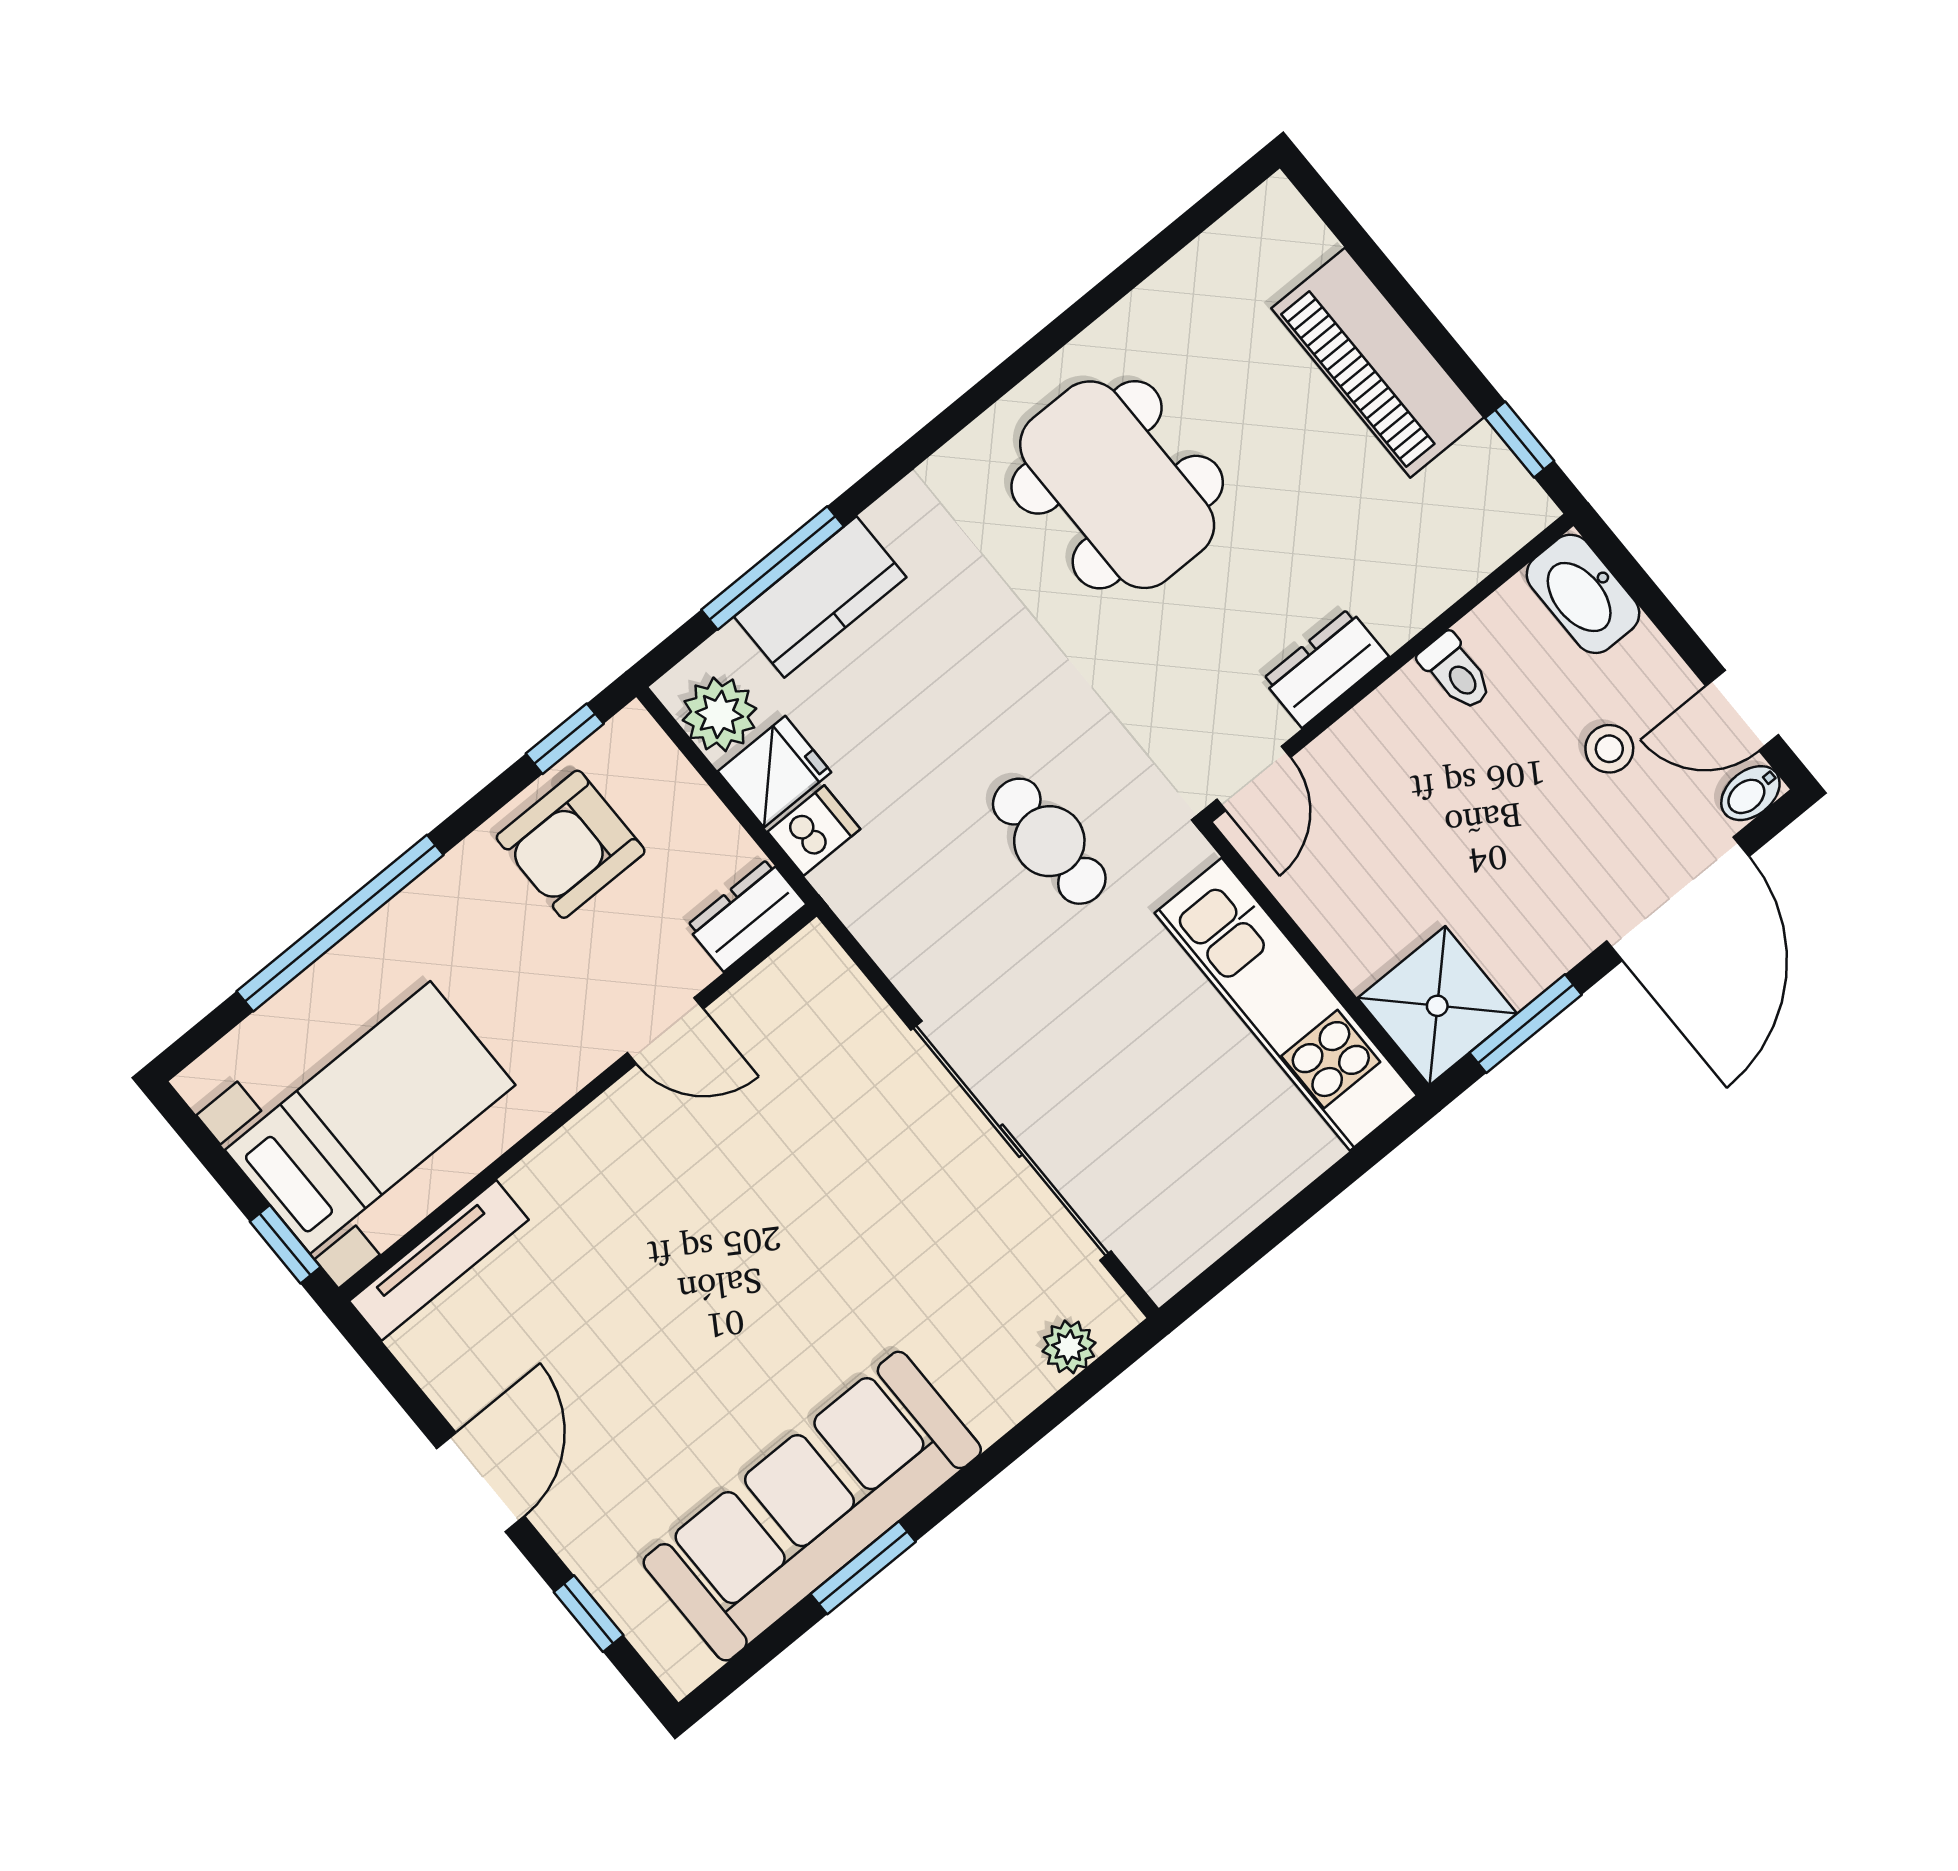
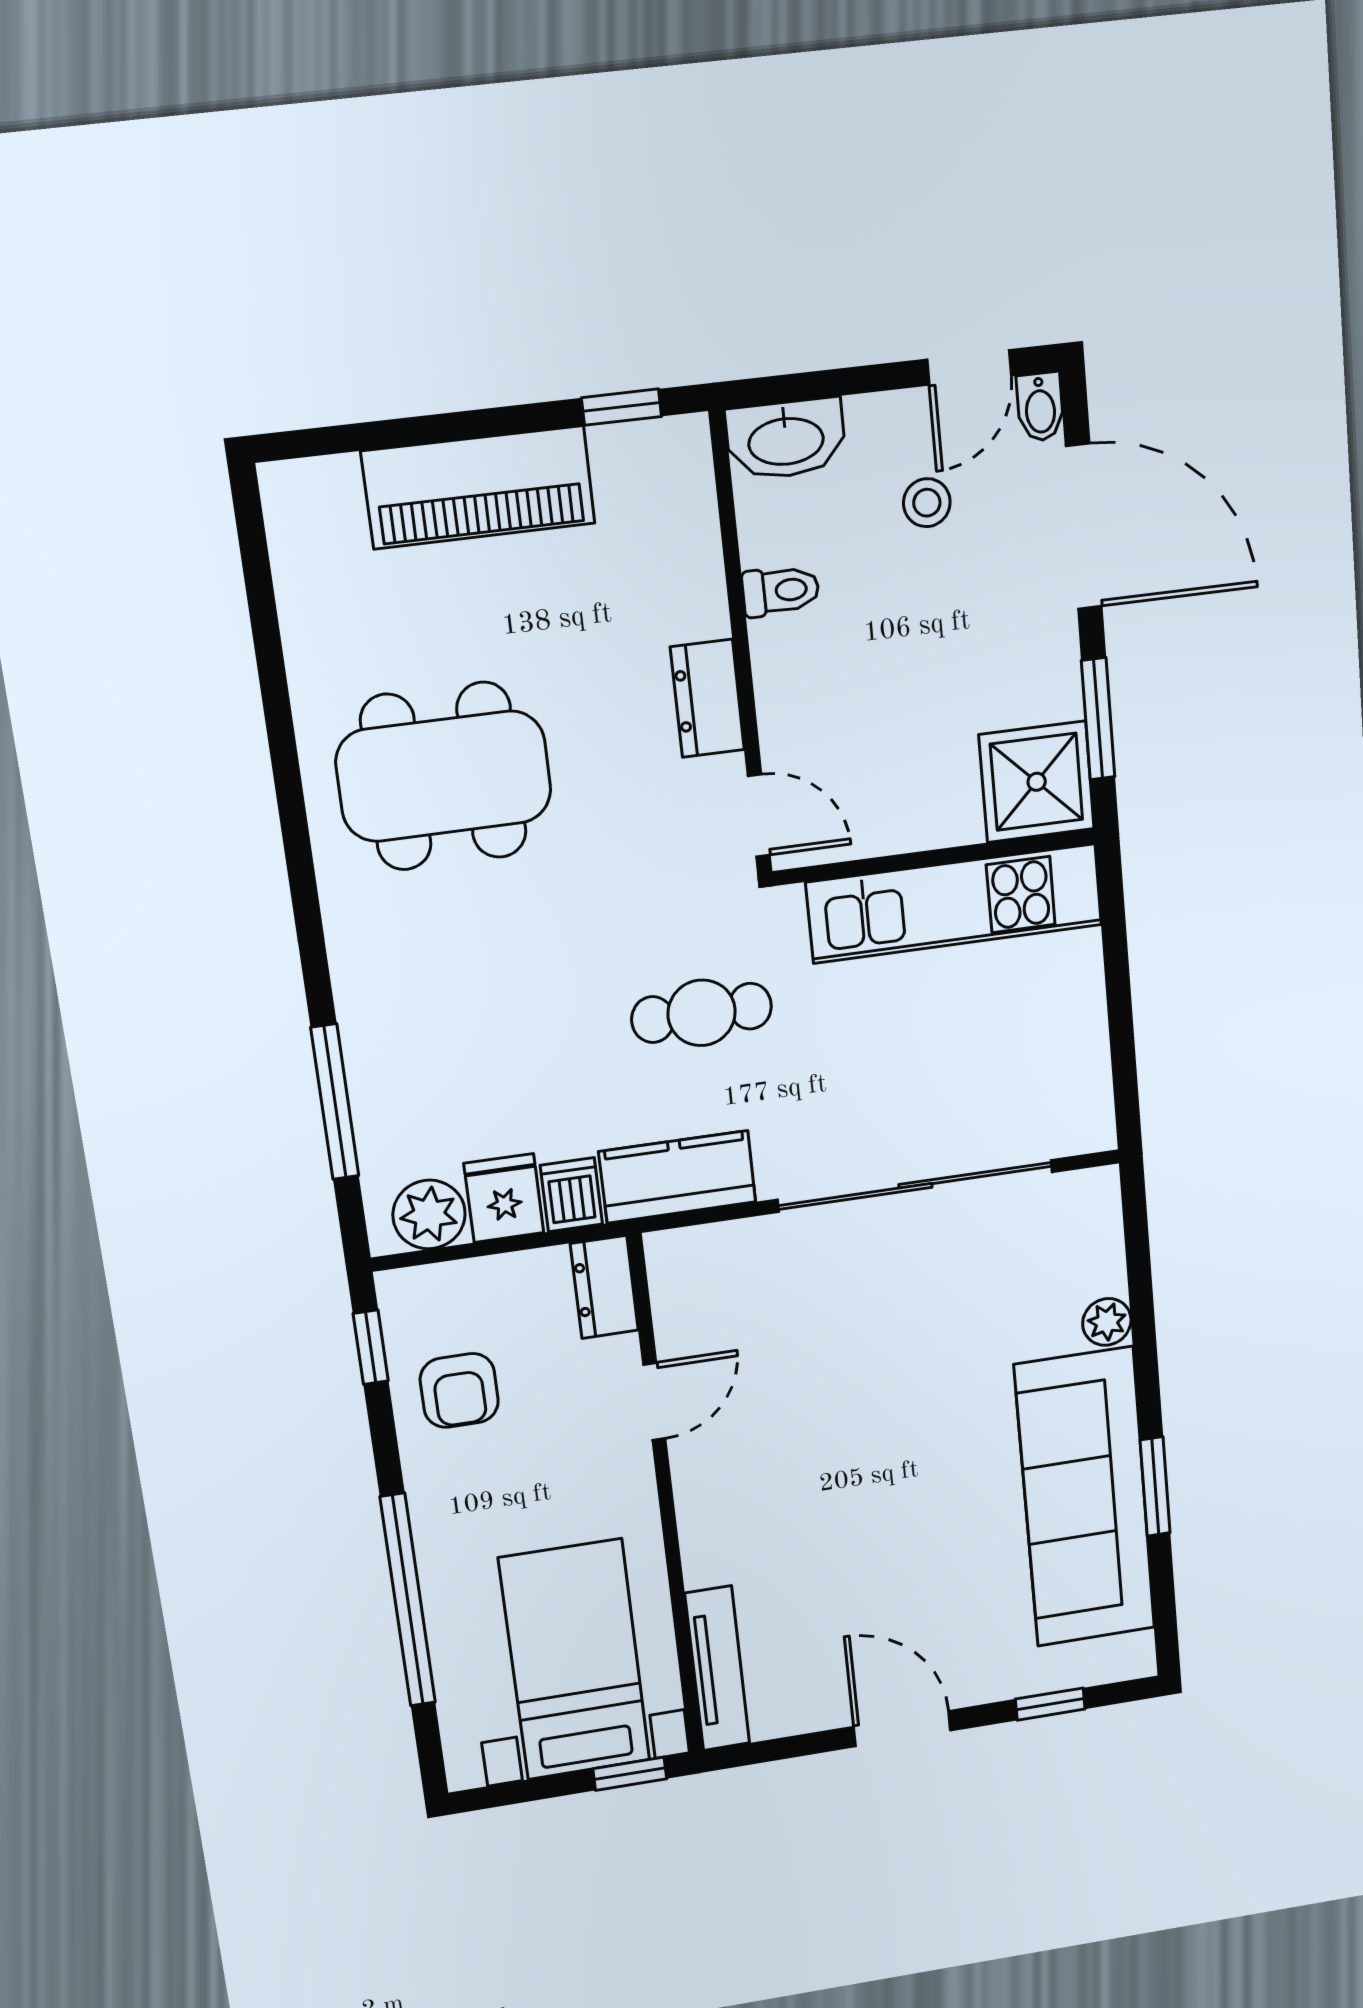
kitchen counter: (820, 597) -> (677, 1177), moved, turned -90
armchair: (571, 844) -> (459, 1391), width x0.72, depth x0.72
plant: (1069, 1347) -> (1107, 1322), moved

